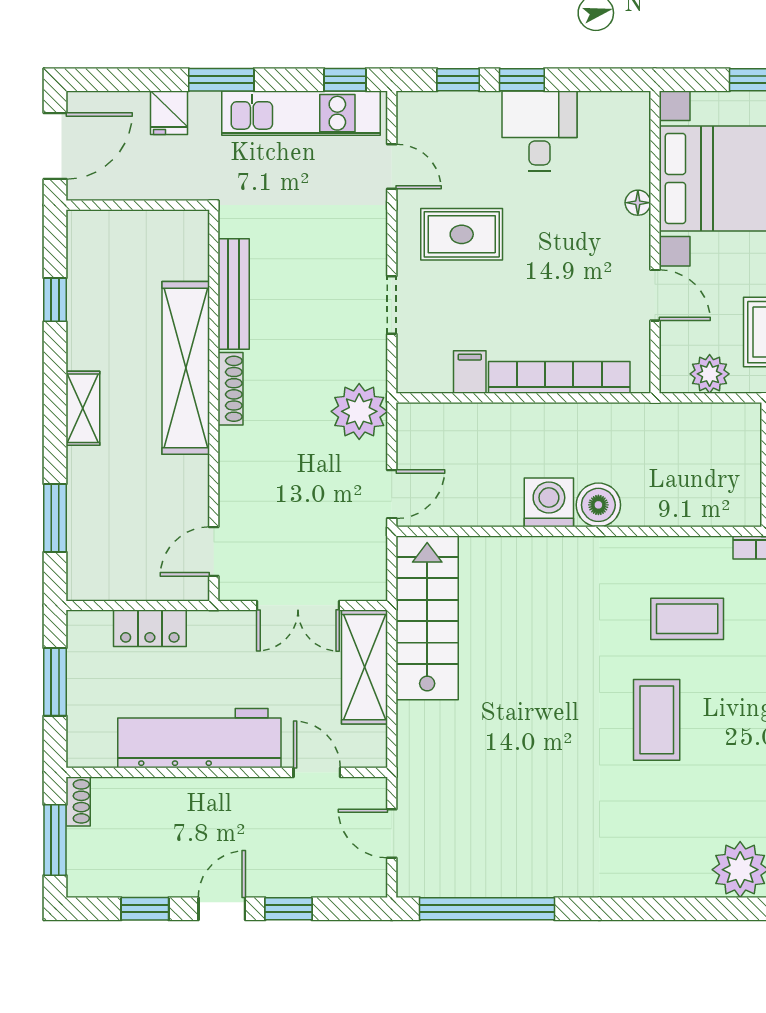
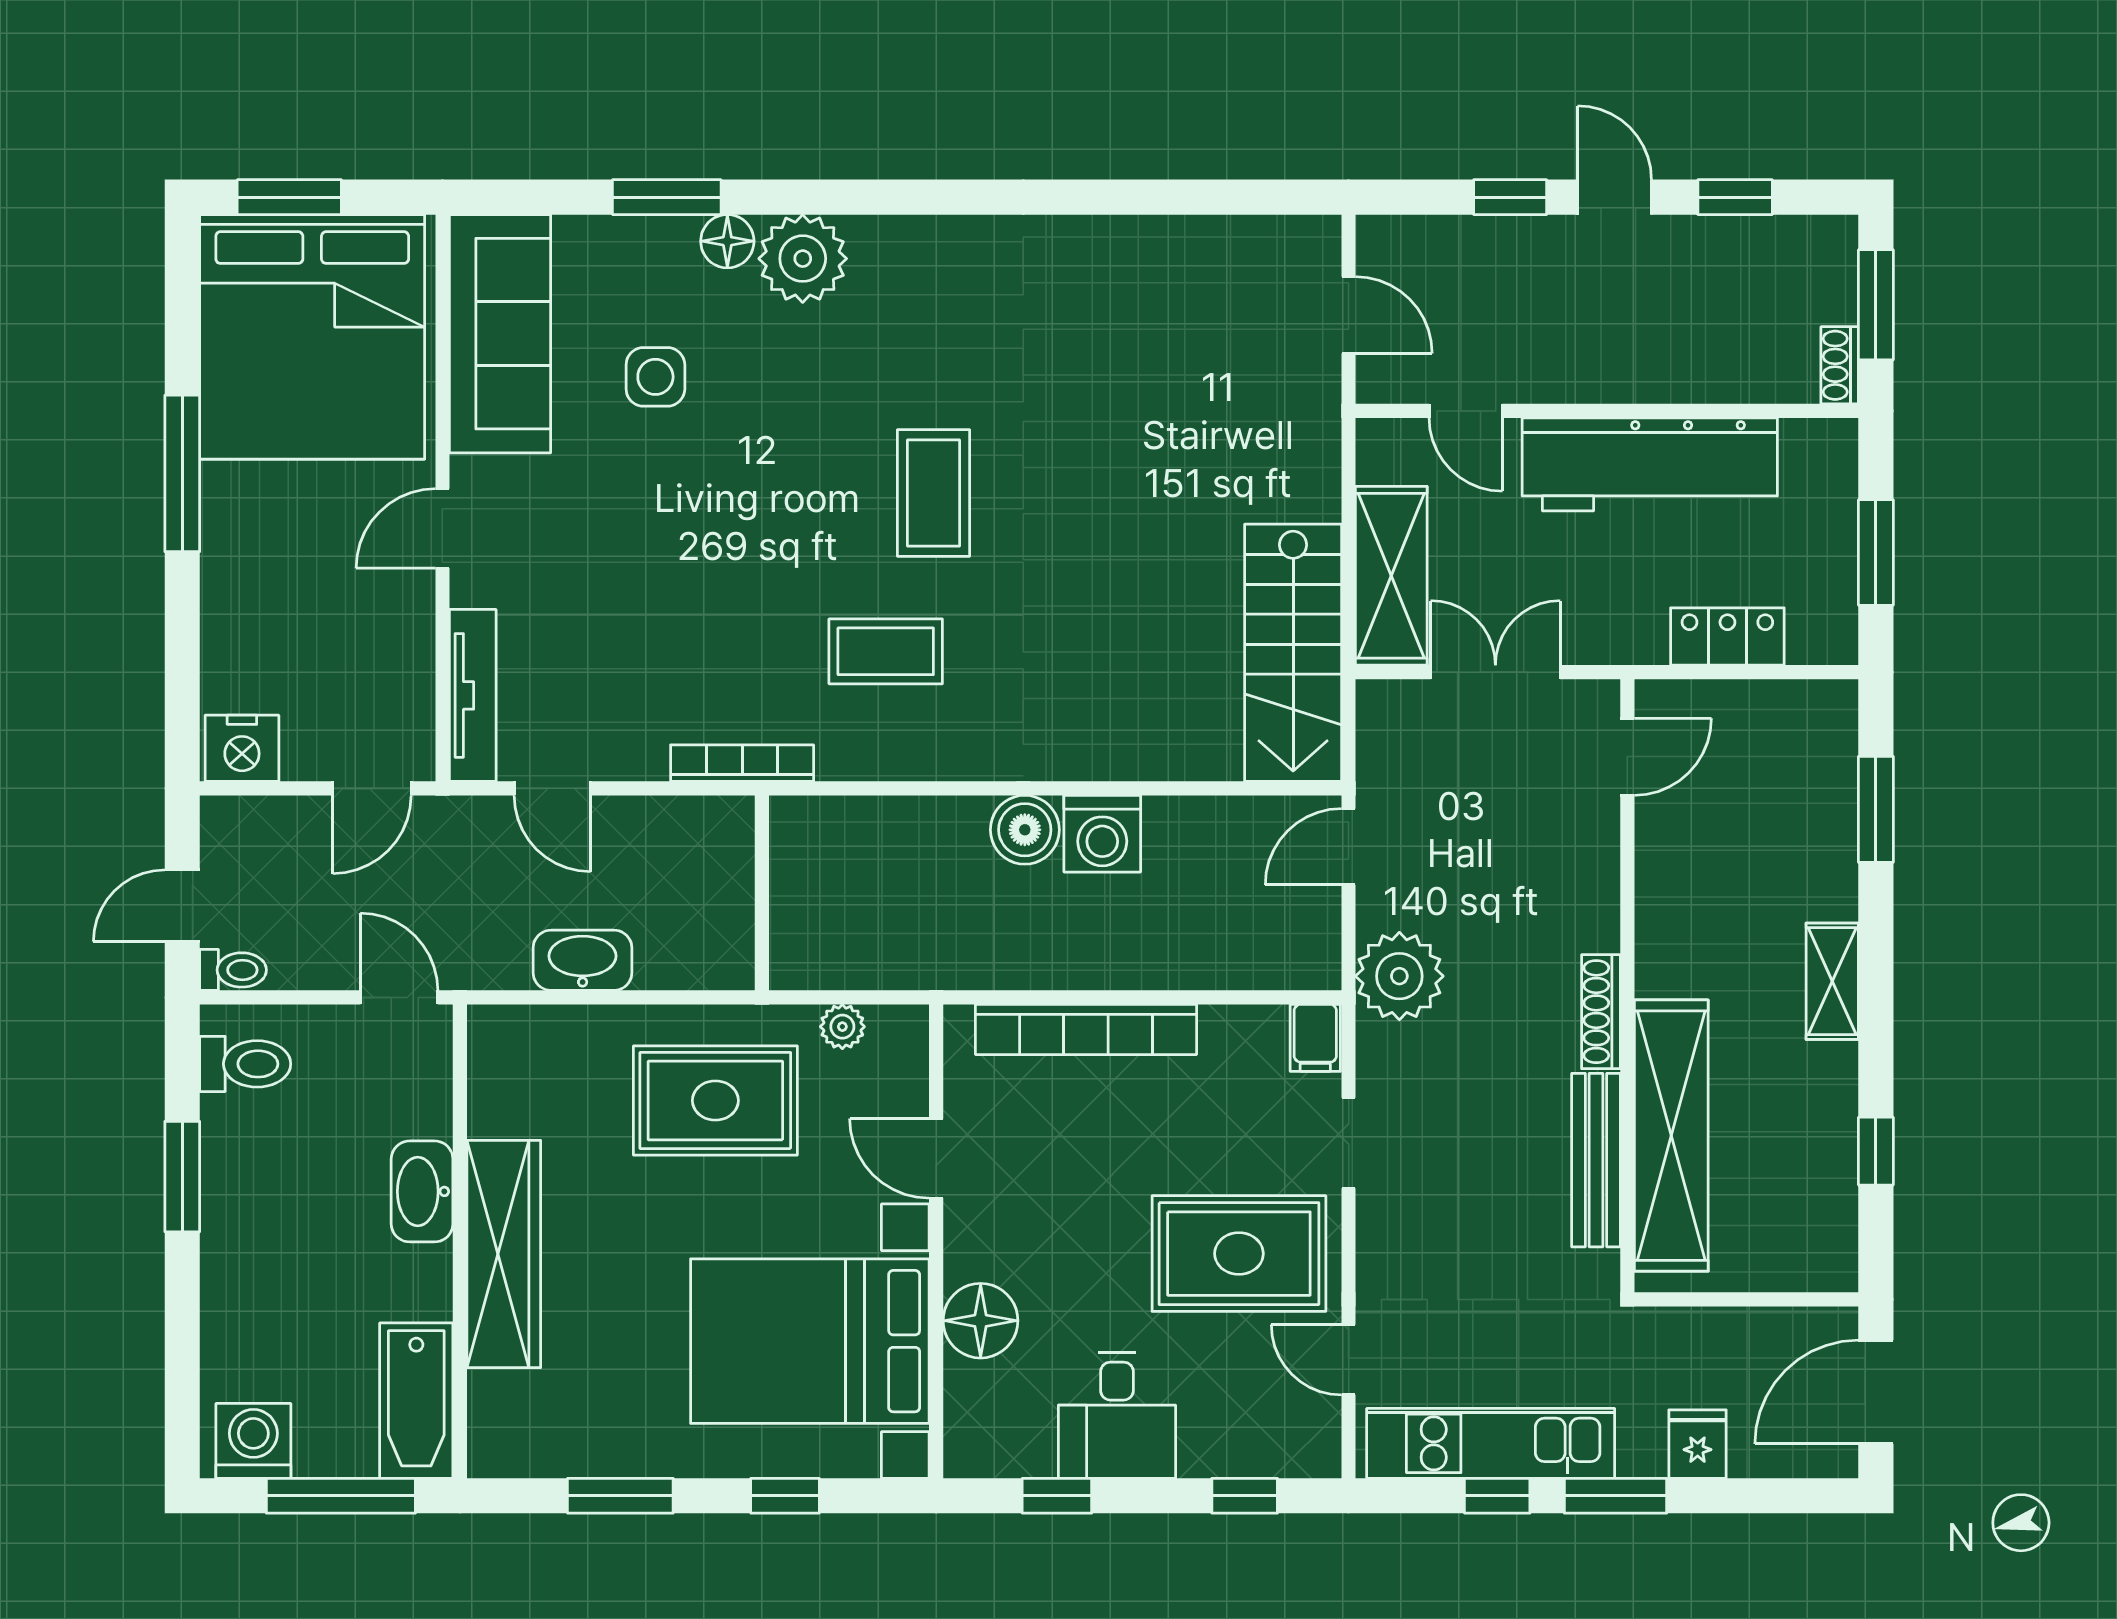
window: (345, 80) -> (1497, 1496), moved
window: (522, 80) -> (1057, 1496), moved
floor lamp: (638, 203) -> (981, 1321), width x1.89, depth x1.89
rug: (462, 234) -> (1239, 1254), width x1.36, depth x1.43
shelving: (186, 368) -> (1671, 1136), moved
filing cabinet: (470, 372) -> (1315, 1038), moved
plant: (710, 374) -> (842, 1027), width x0.73, depth x0.73
door: (222, 909) -> (1615, 197), swing flipped
window: (487, 909) -> (1199, 197), removed

